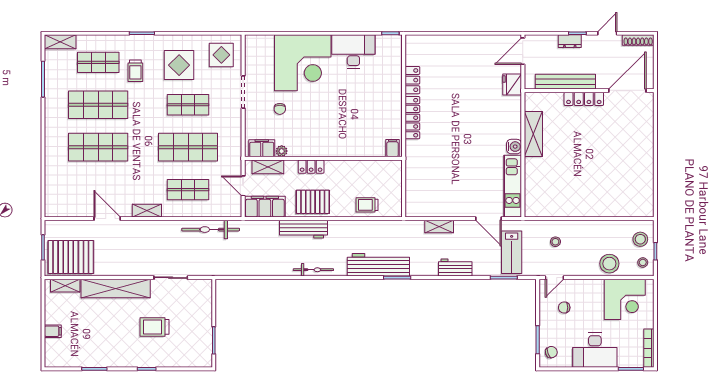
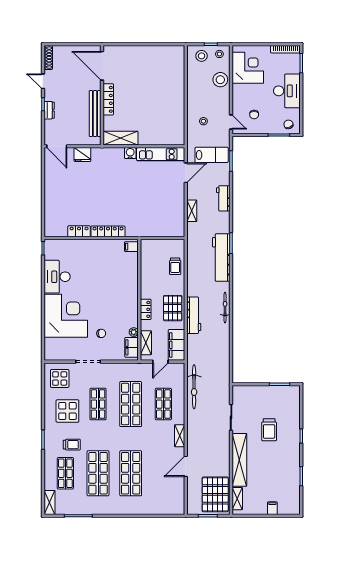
bench: (565, 82) -> (95, 114), moved
wall: (589, 91) -> (102, 95), moved
door: (627, 91) -> (102, 66), moved
locker: (584, 99) -> (108, 99), moved

